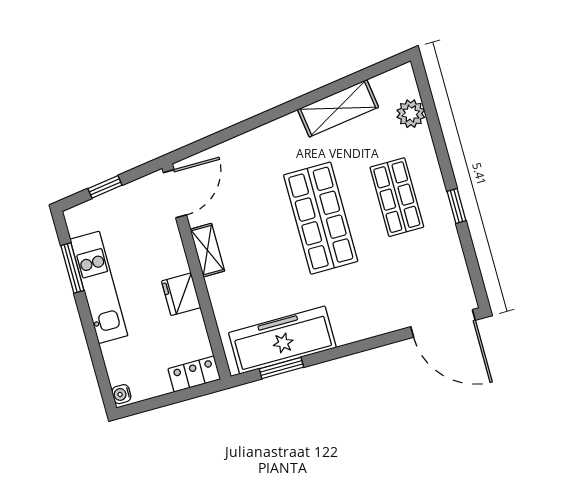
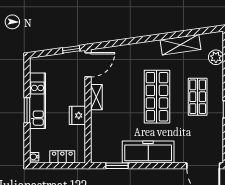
window: (105, 187) -> (71, 49), moved
window: (72, 268) -> (27, 110), moved
freezer: (282, 340) -> (148, 152), moved
locker: (194, 374) -> (62, 157), moved

